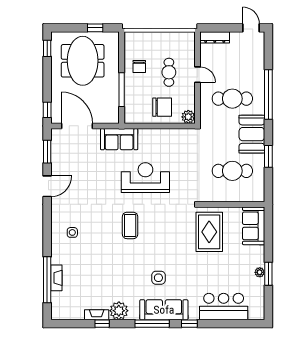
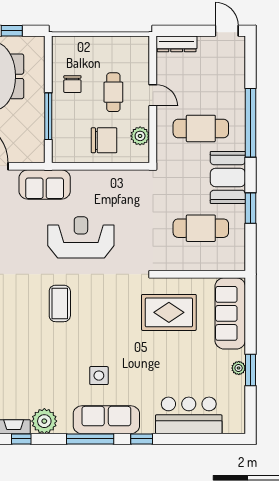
plant: (188, 117) -> (140, 136), moved
sofa: (254, 226) -> (230, 313), width x1.36
rug: (209, 232) -> (169, 312), turned 90

